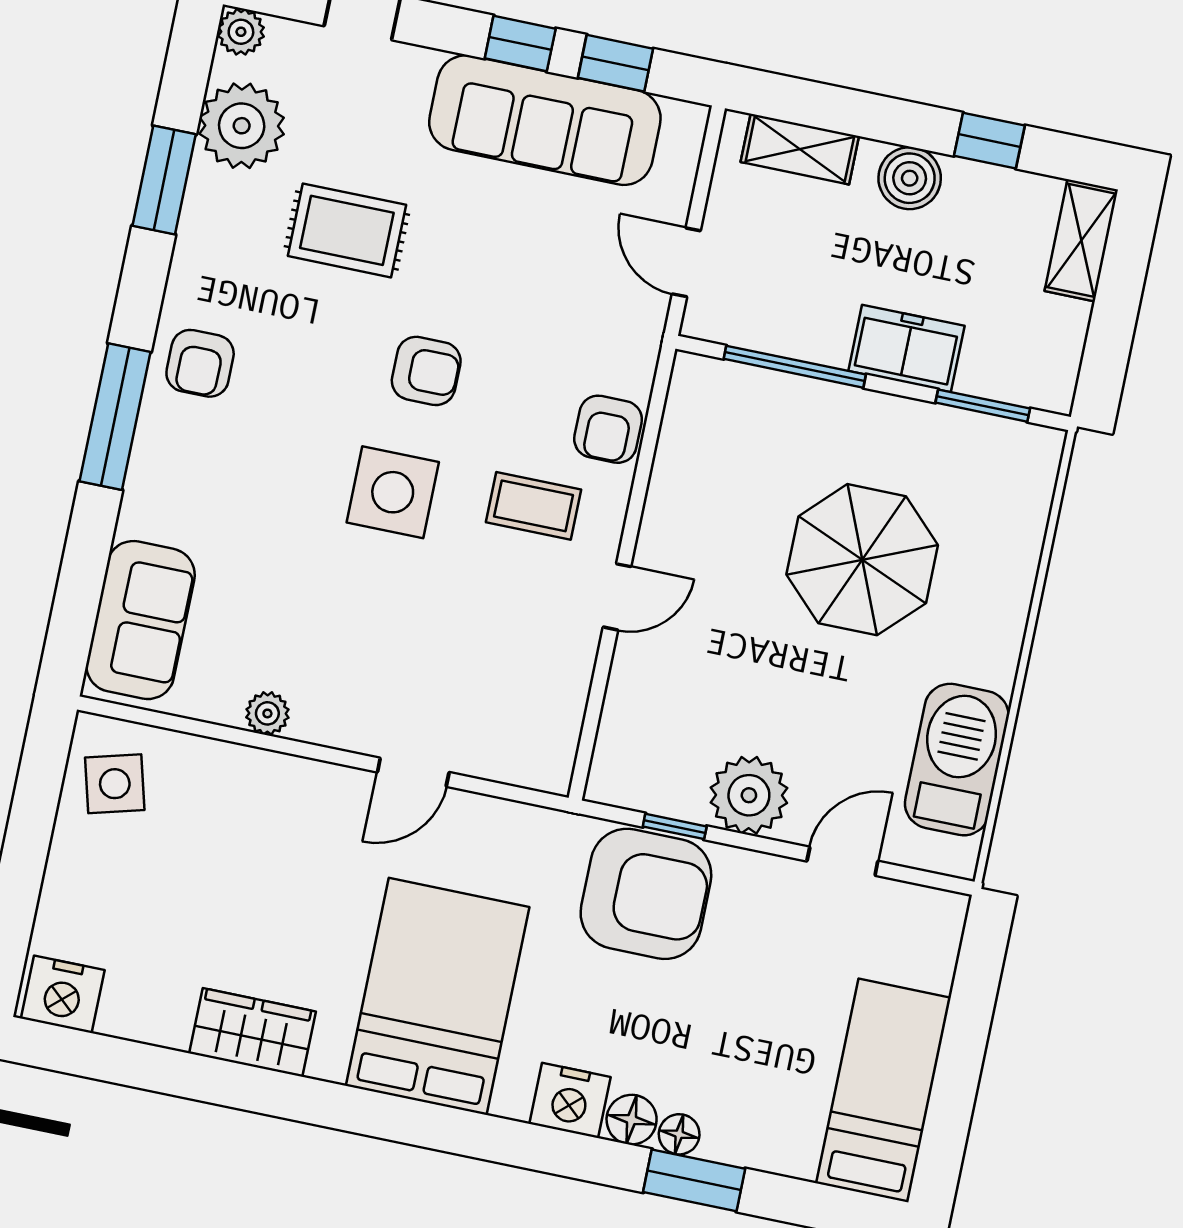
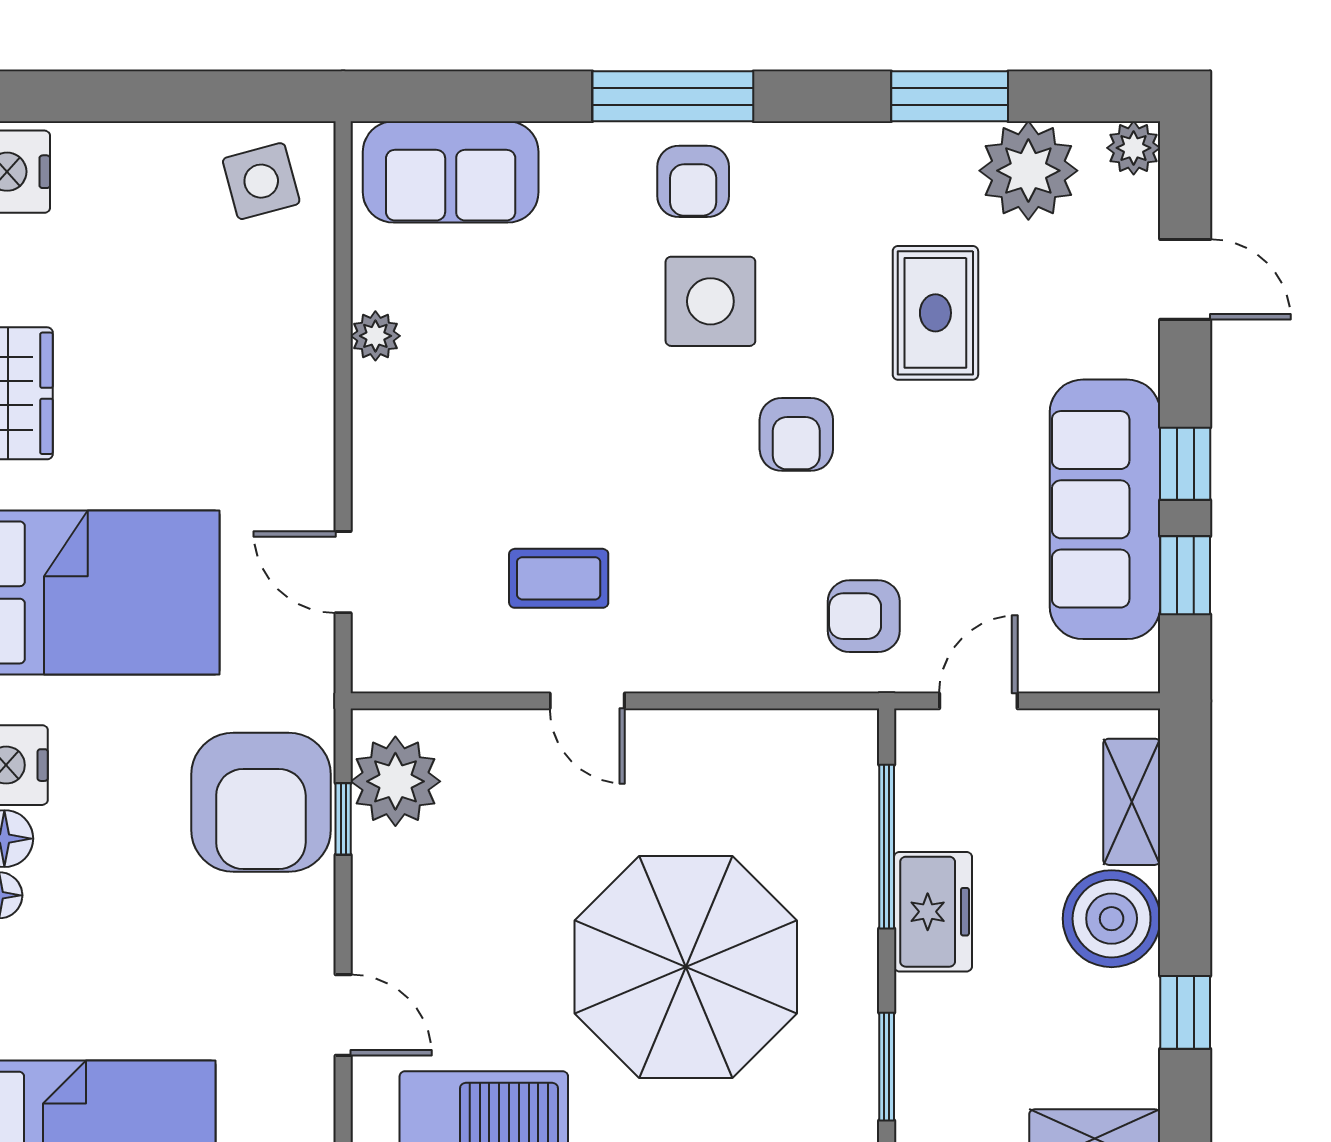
boiler: (910, 178) -> (1112, 919), width x1.37, depth x1.37
freezer: (906, 348) -> (933, 912), moved
armchair: (200, 363) -> (693, 181), moved, turned -90
armchair: (608, 429) -> (864, 616), moved
side table: (393, 492) -> (710, 301), moved
coffee table: (534, 506) -> (559, 578), moved, turned 90
parasol: (862, 560) -> (686, 967), width x1.36, depth x1.36
door: (413, 772) -> (343, 572), moved
plant: (749, 795) -> (395, 781), moved

